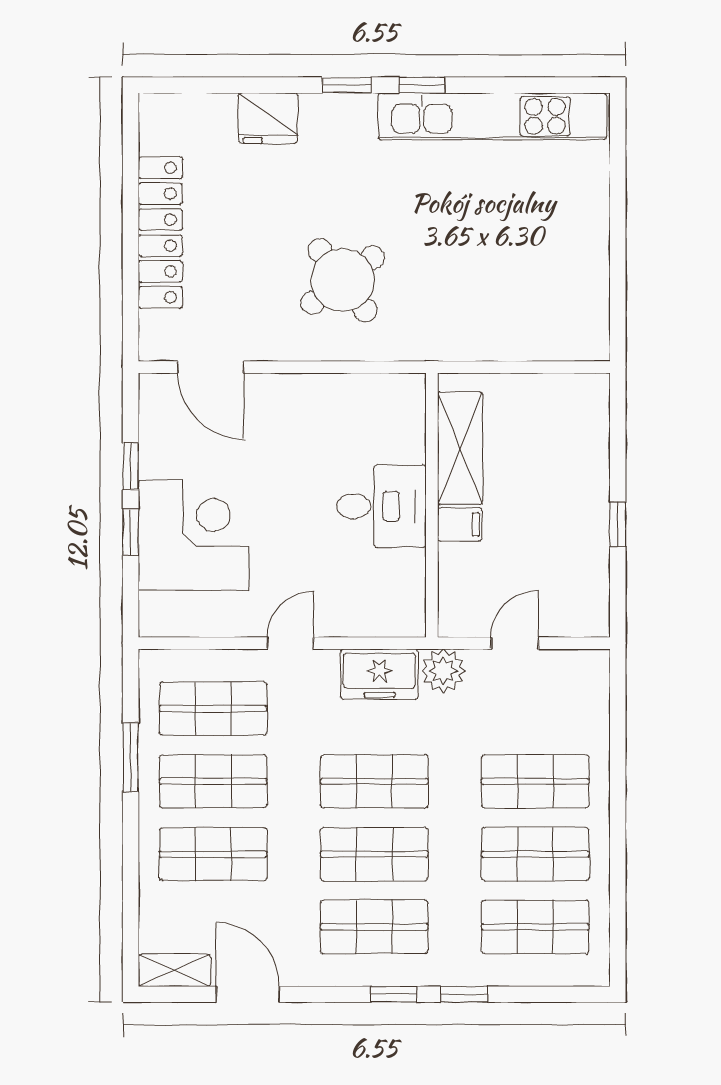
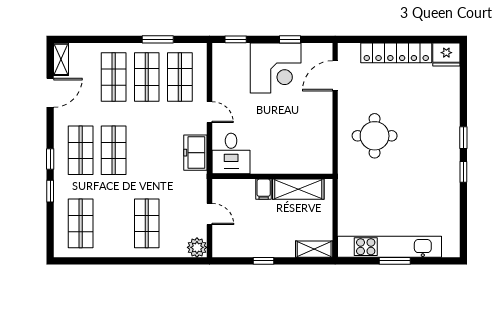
kitchen unit: (493, 116) -> (390, 247), moved, turned 90
fridge: (268, 118) -> (446, 55), moved, turned -90
window: (618, 236) -> (395, 261), added
round table: (343, 280) -> (375, 136), turned 37
shelving: (592, 413) -> (314, 249), added
desk: (381, 506) -> (231, 153), moved
window: (131, 532) -> (236, 39), moved
corner desk: (194, 535) -> (276, 68), moved
plant: (443, 671) -> (197, 247), moved
shop shelf: (374, 781) -> (147, 150), removed
shop shelf: (535, 854) -> (114, 223), removed

